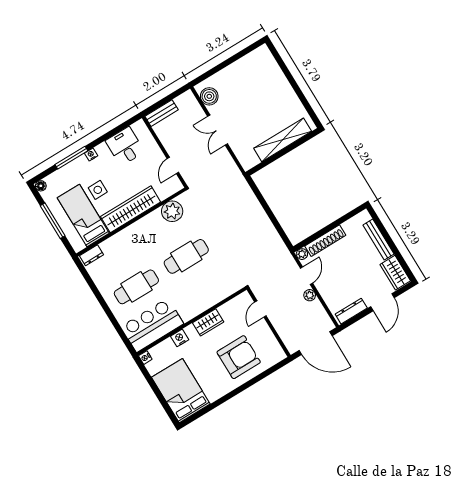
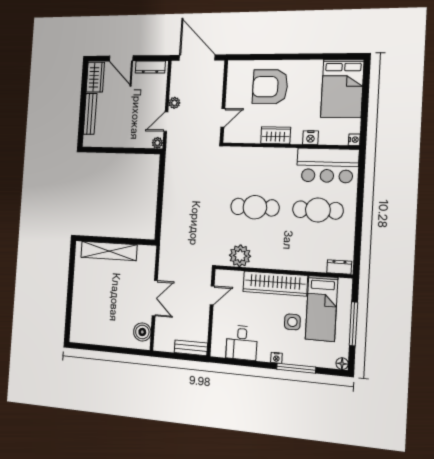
shoe rack: (325, 241) -> (131, 141), removed
door: (382, 302) -> (121, 58), swing flipped

